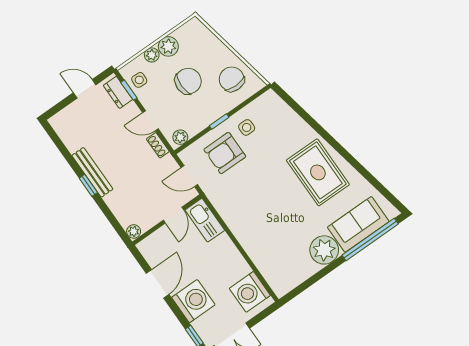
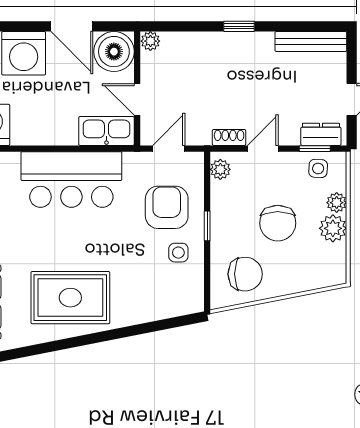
bench: (92, 172) -> (311, 41), moved
bar counter: (248, 221) -> (71, 180), added
boiler: (155, 249) -> (114, 52), added

